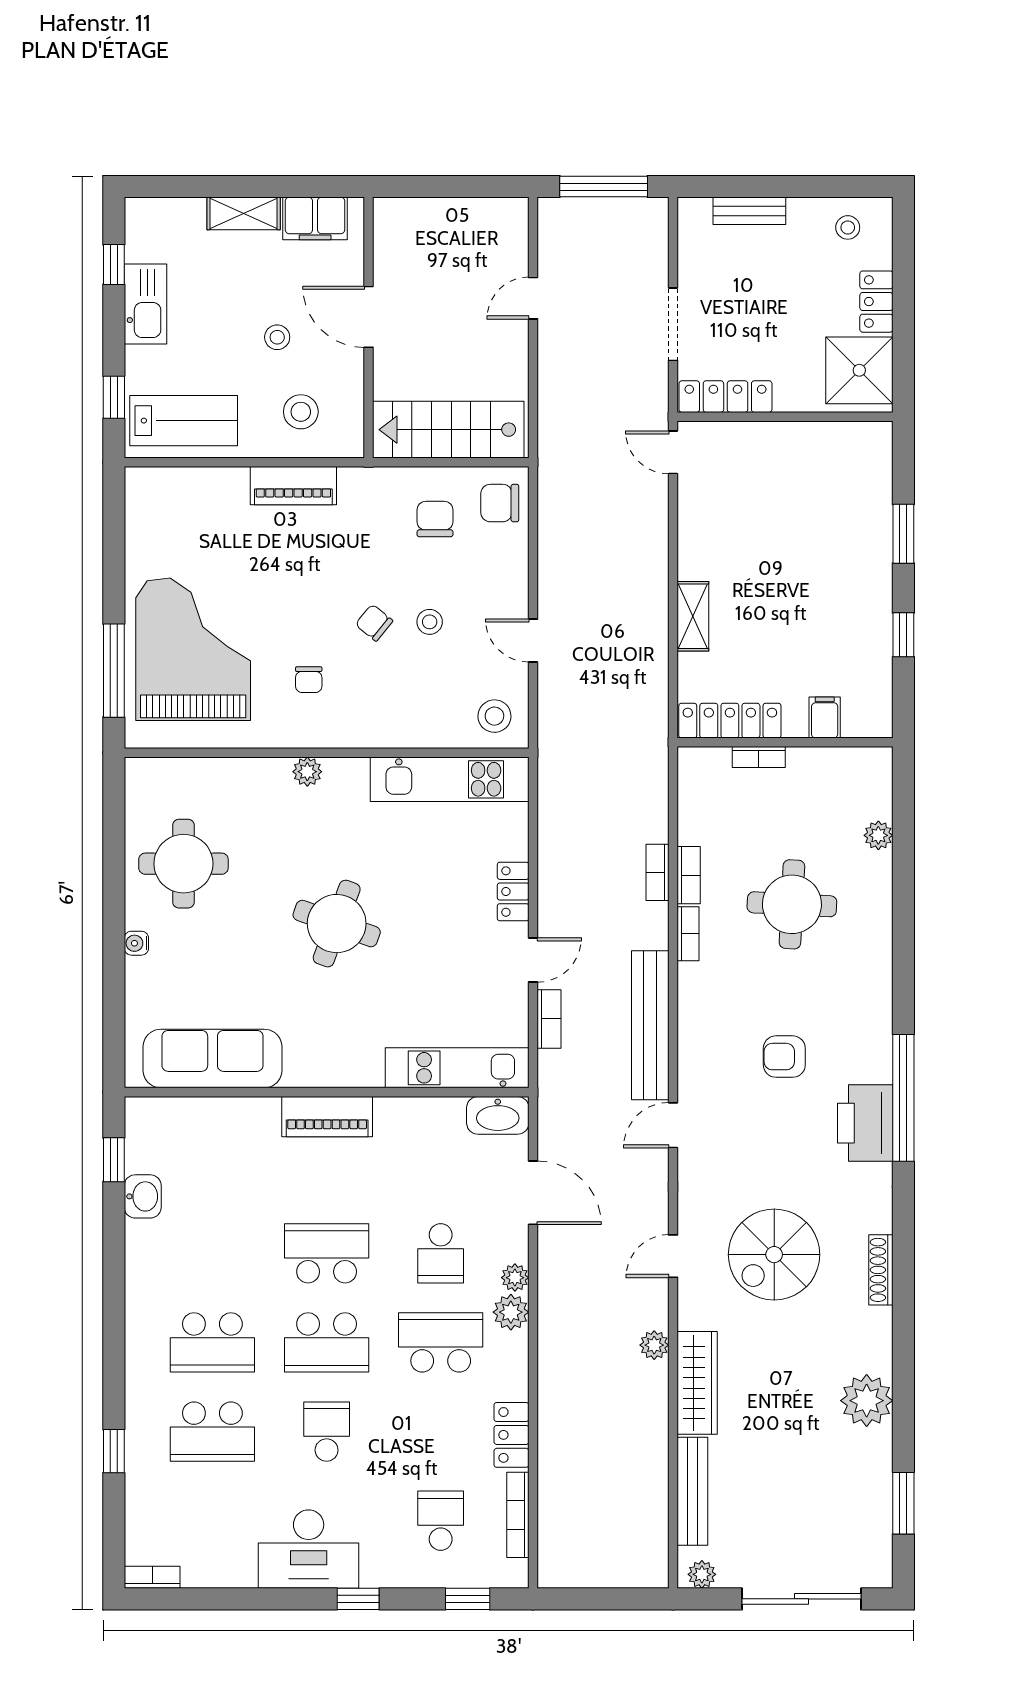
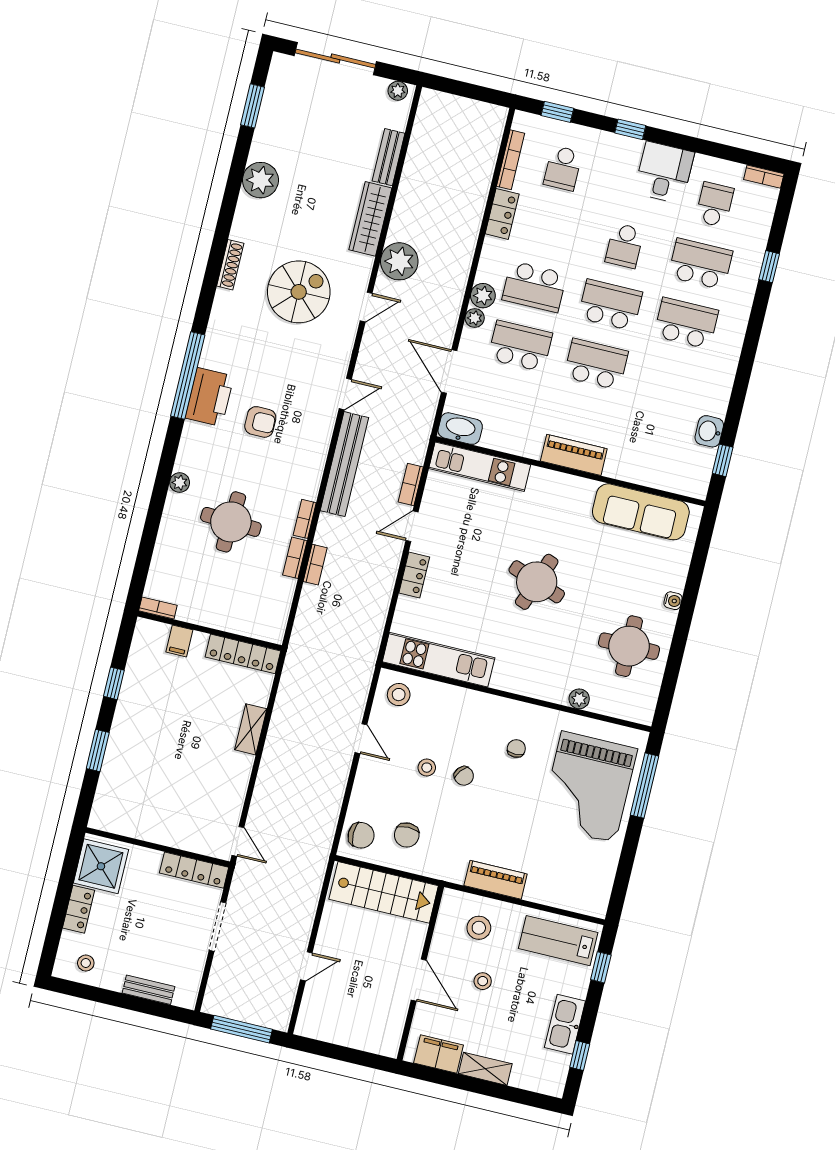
bookcase: (759, 757) -> (158, 608), moved
plant: (307, 772) -> (579, 699), moved
plant: (878, 835) -> (180, 483), moved
printer: (865, 1123) -> (209, 397), moved
school desk: (327, 1253) -> (596, 364), turned 180
school desk: (441, 1253) -> (520, 346), width x1.85
plant: (654, 1345) -> (399, 261), width x1.87, depth x1.87
bench: (692, 1491) -> (389, 157), width x0.73
school desk: (212, 1521) -> (715, 205), added
desk: (309, 1549) -> (664, 173), width x0.73

